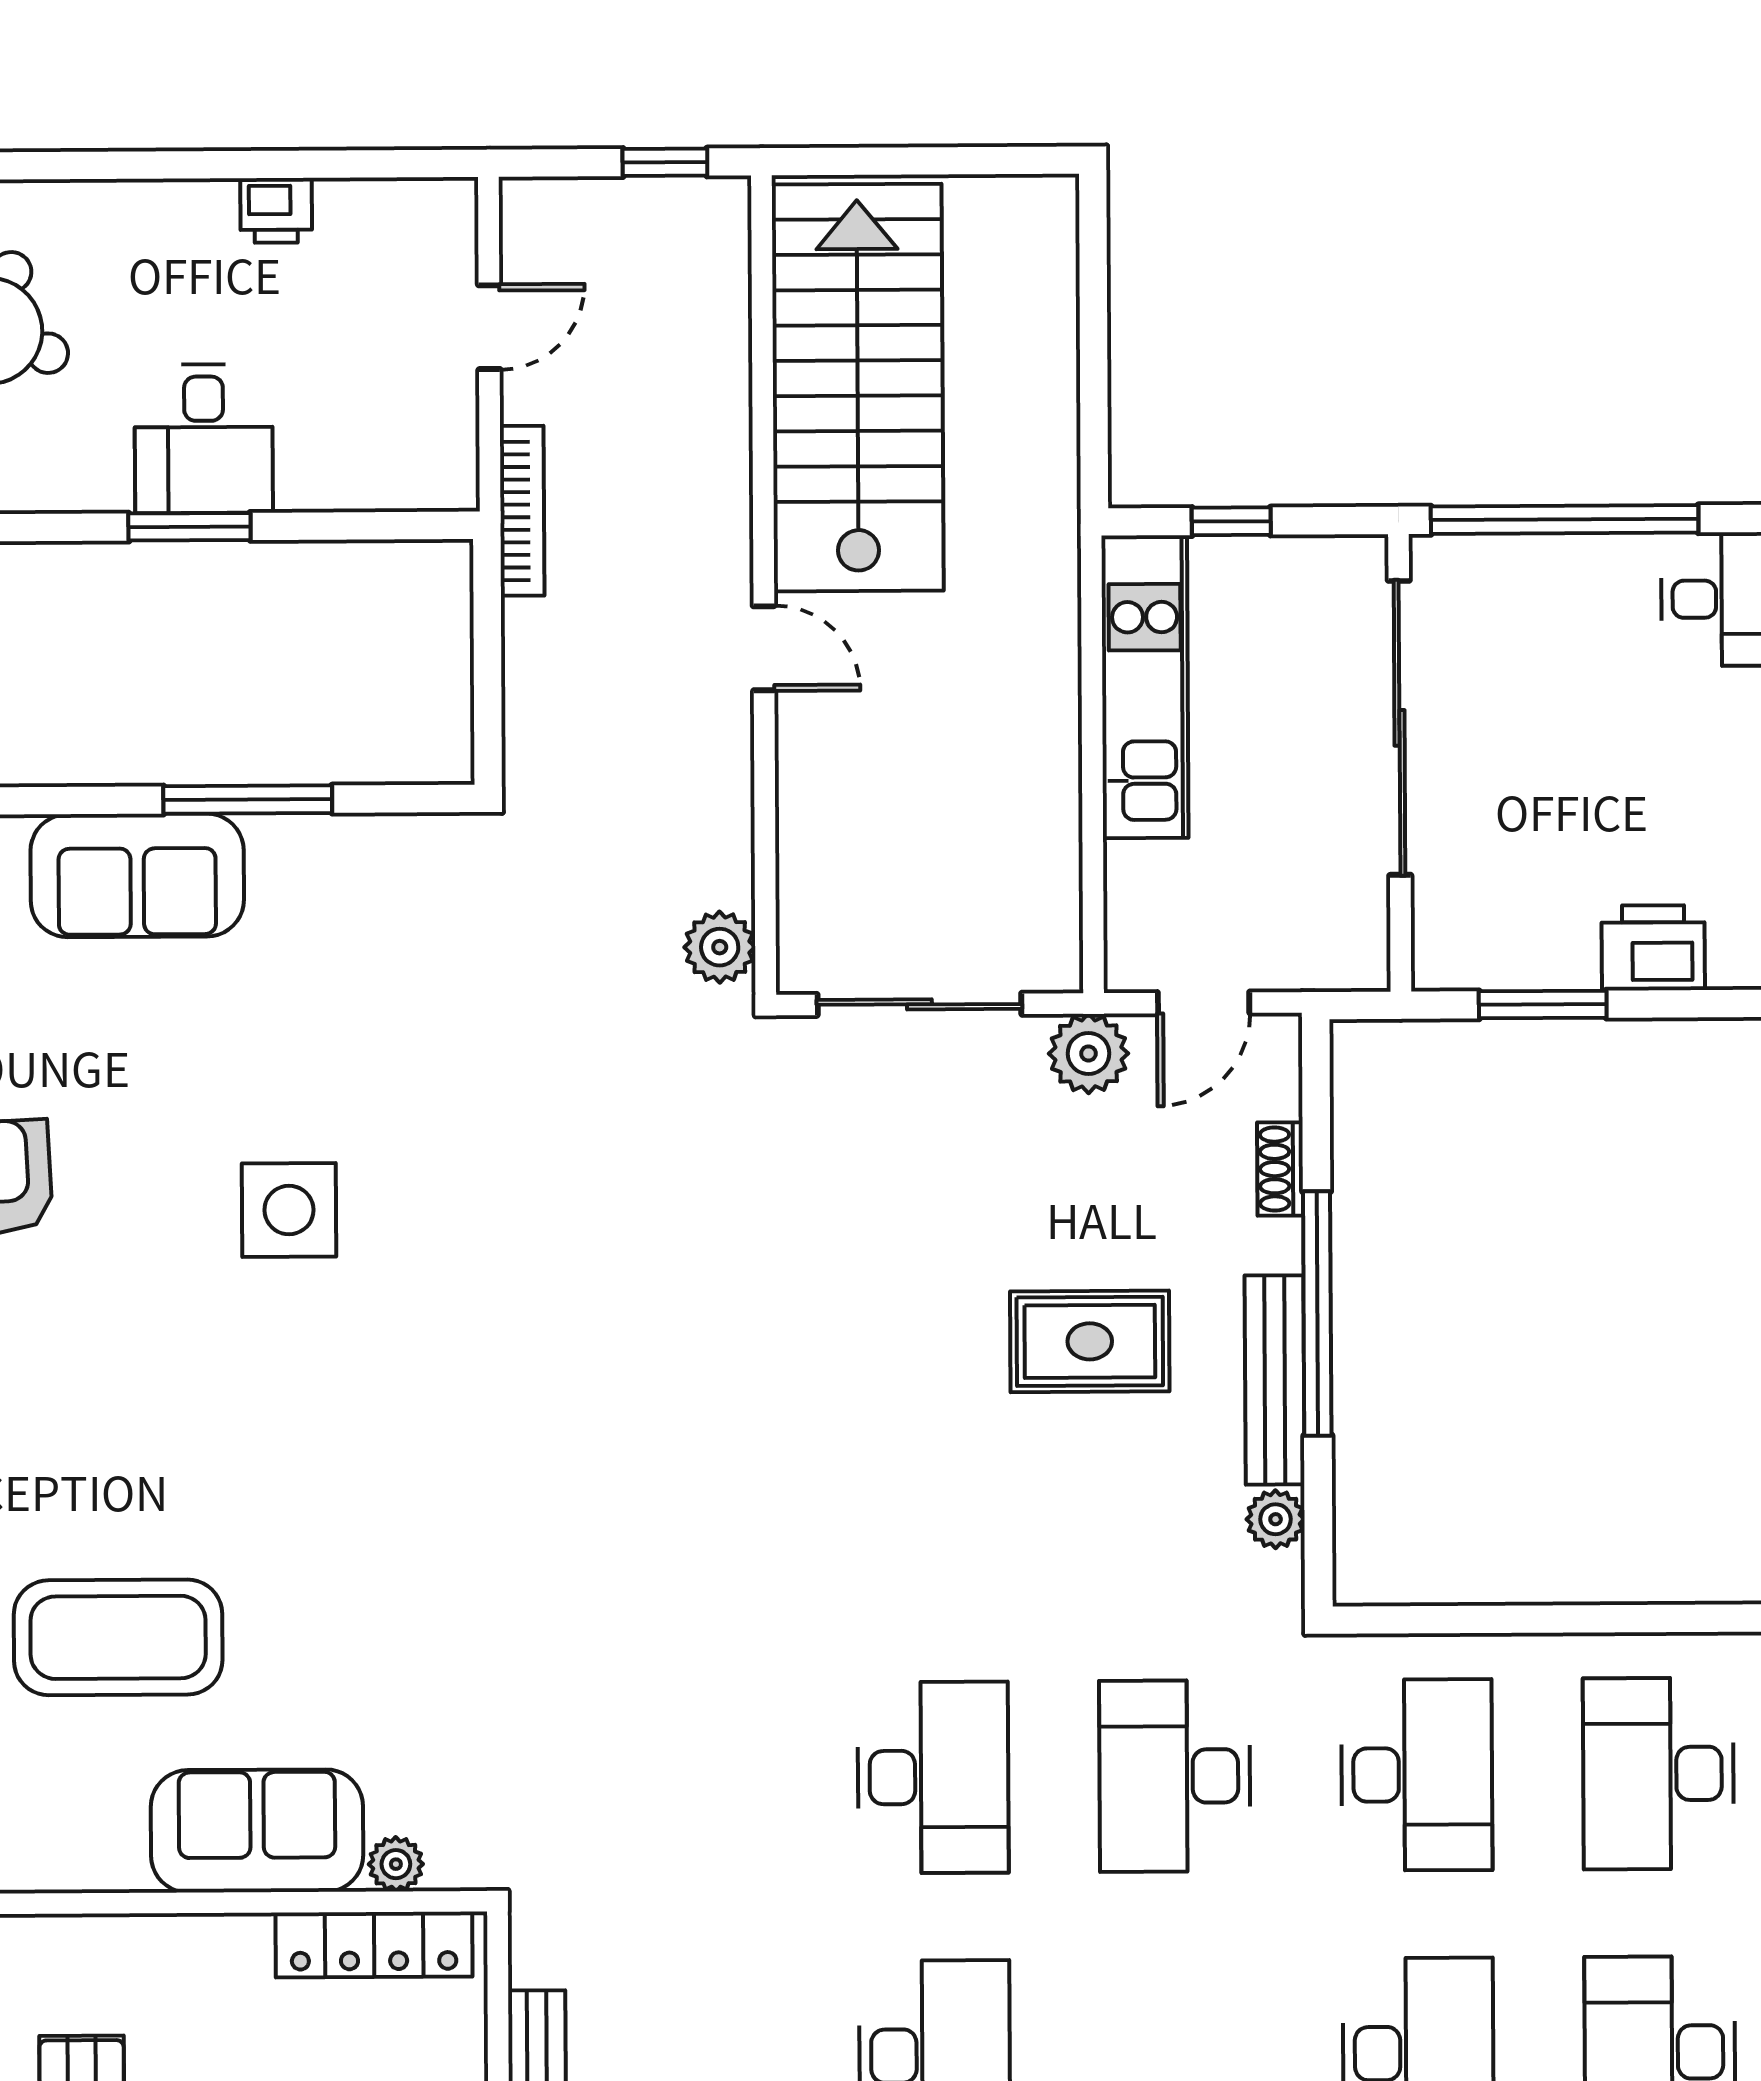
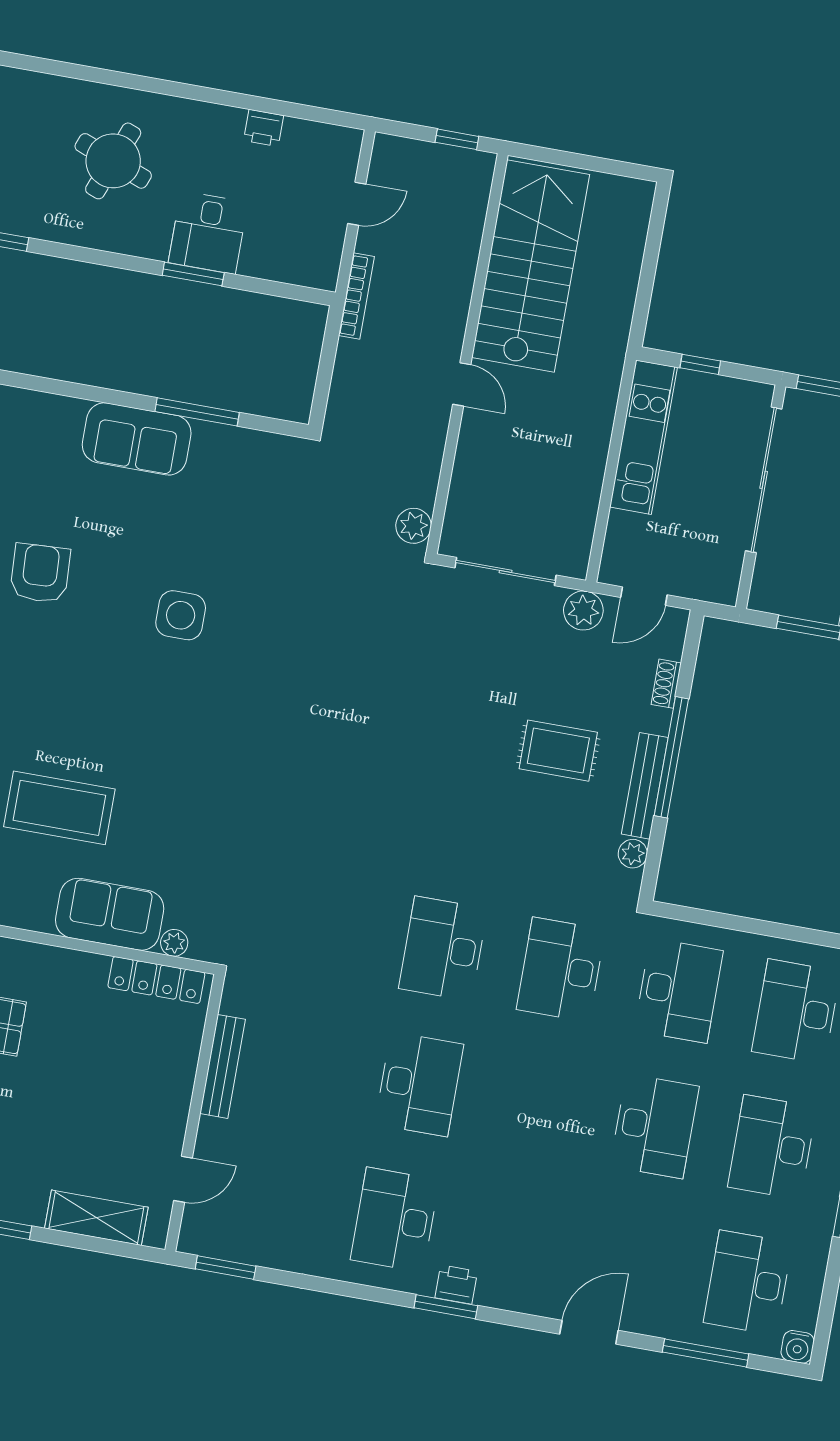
desk: (933, 1777) -> (443, 949), turned 180

